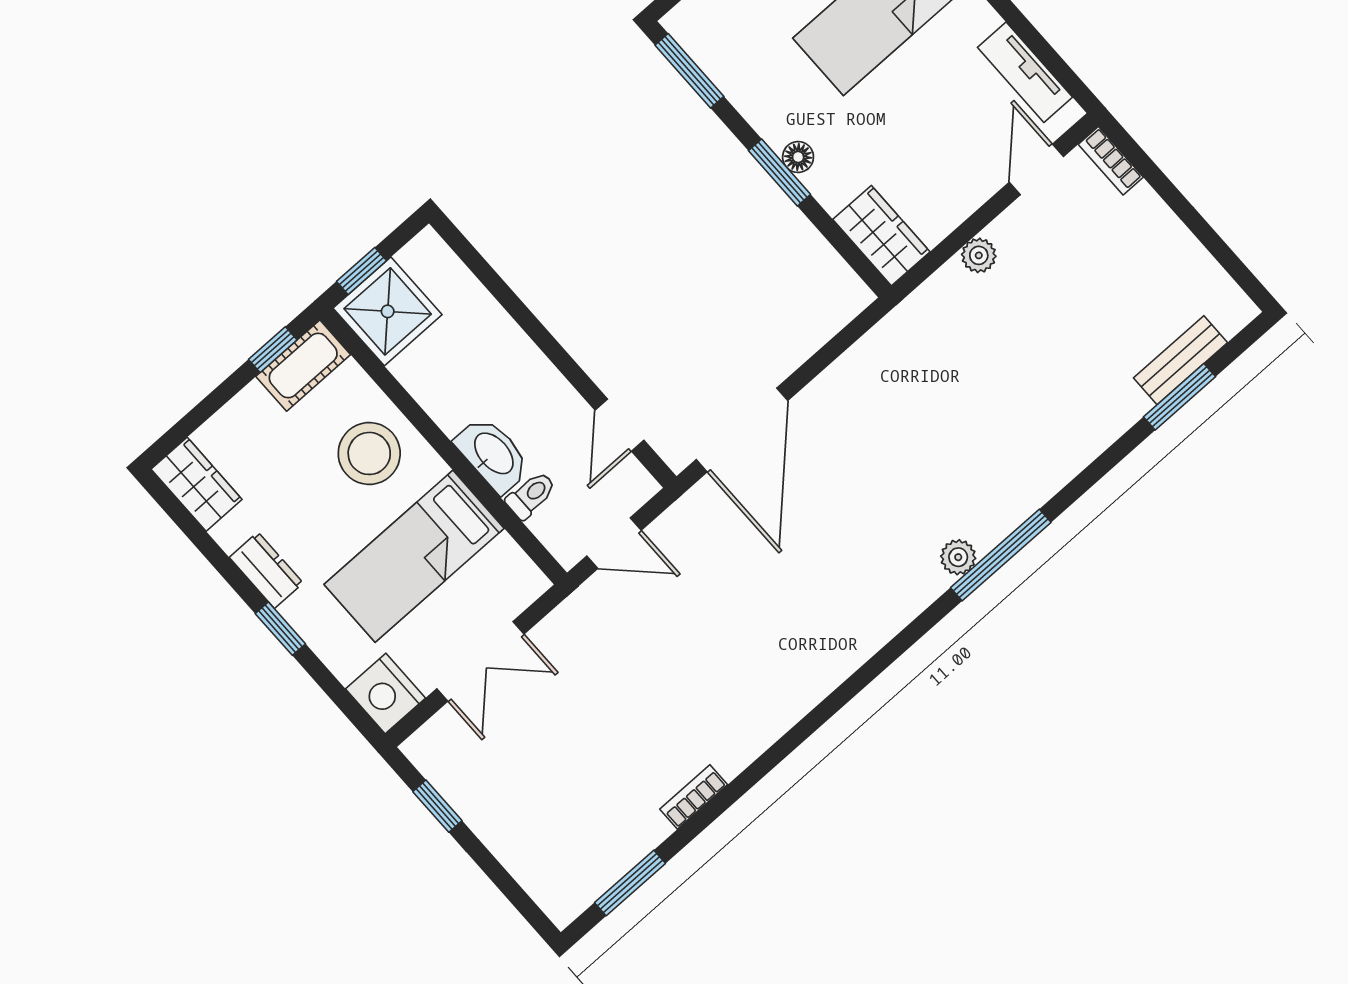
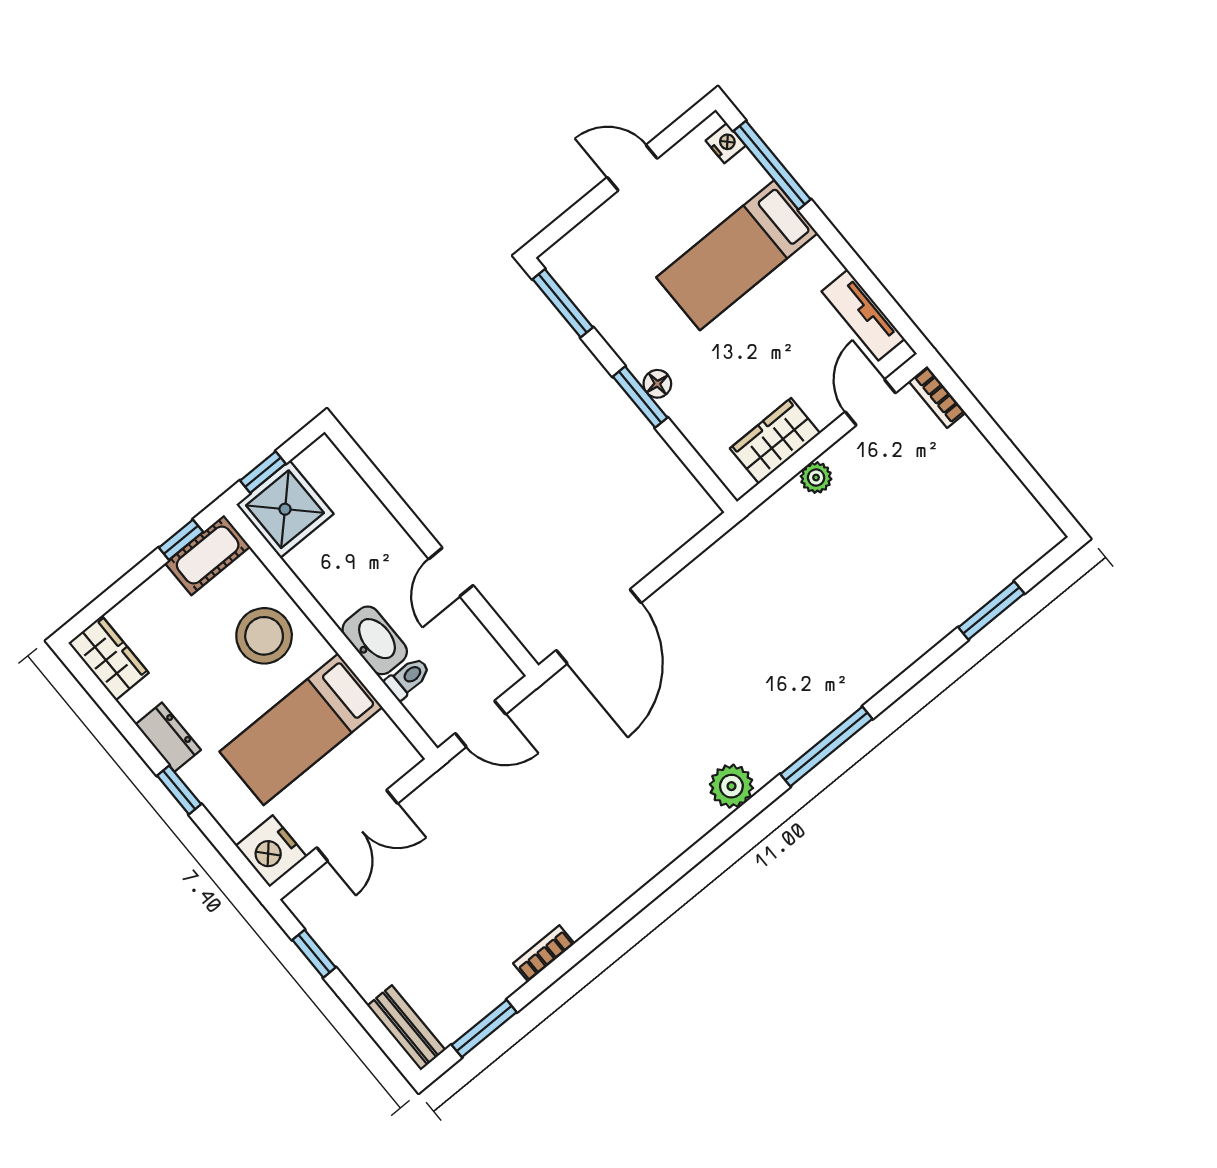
wardrobe: (881, 236) -> (775, 441), moved, turned -90
bench: (1180, 360) -> (406, 1028), moved, turned 90
door: (619, 425) -> (451, 572), moved
plant: (958, 557) -> (731, 786), moved, width x1.38, depth x1.38

